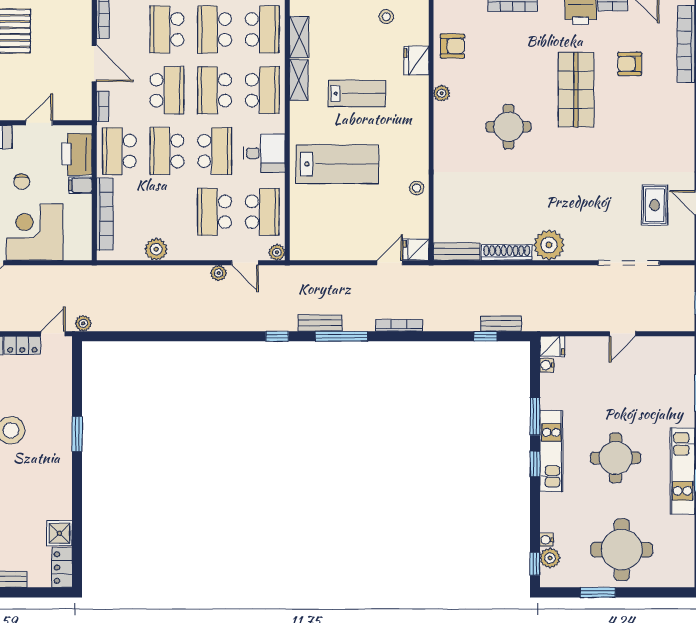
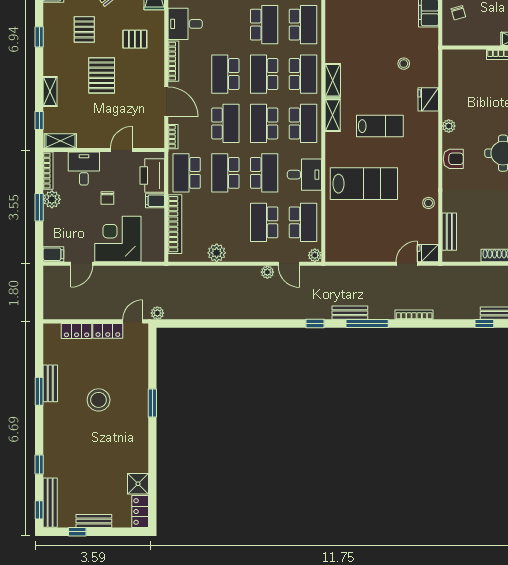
armchair: (452, 46) -> (453, 159), moved
bench: (457, 252) -> (449, 232), moved, turned 90

